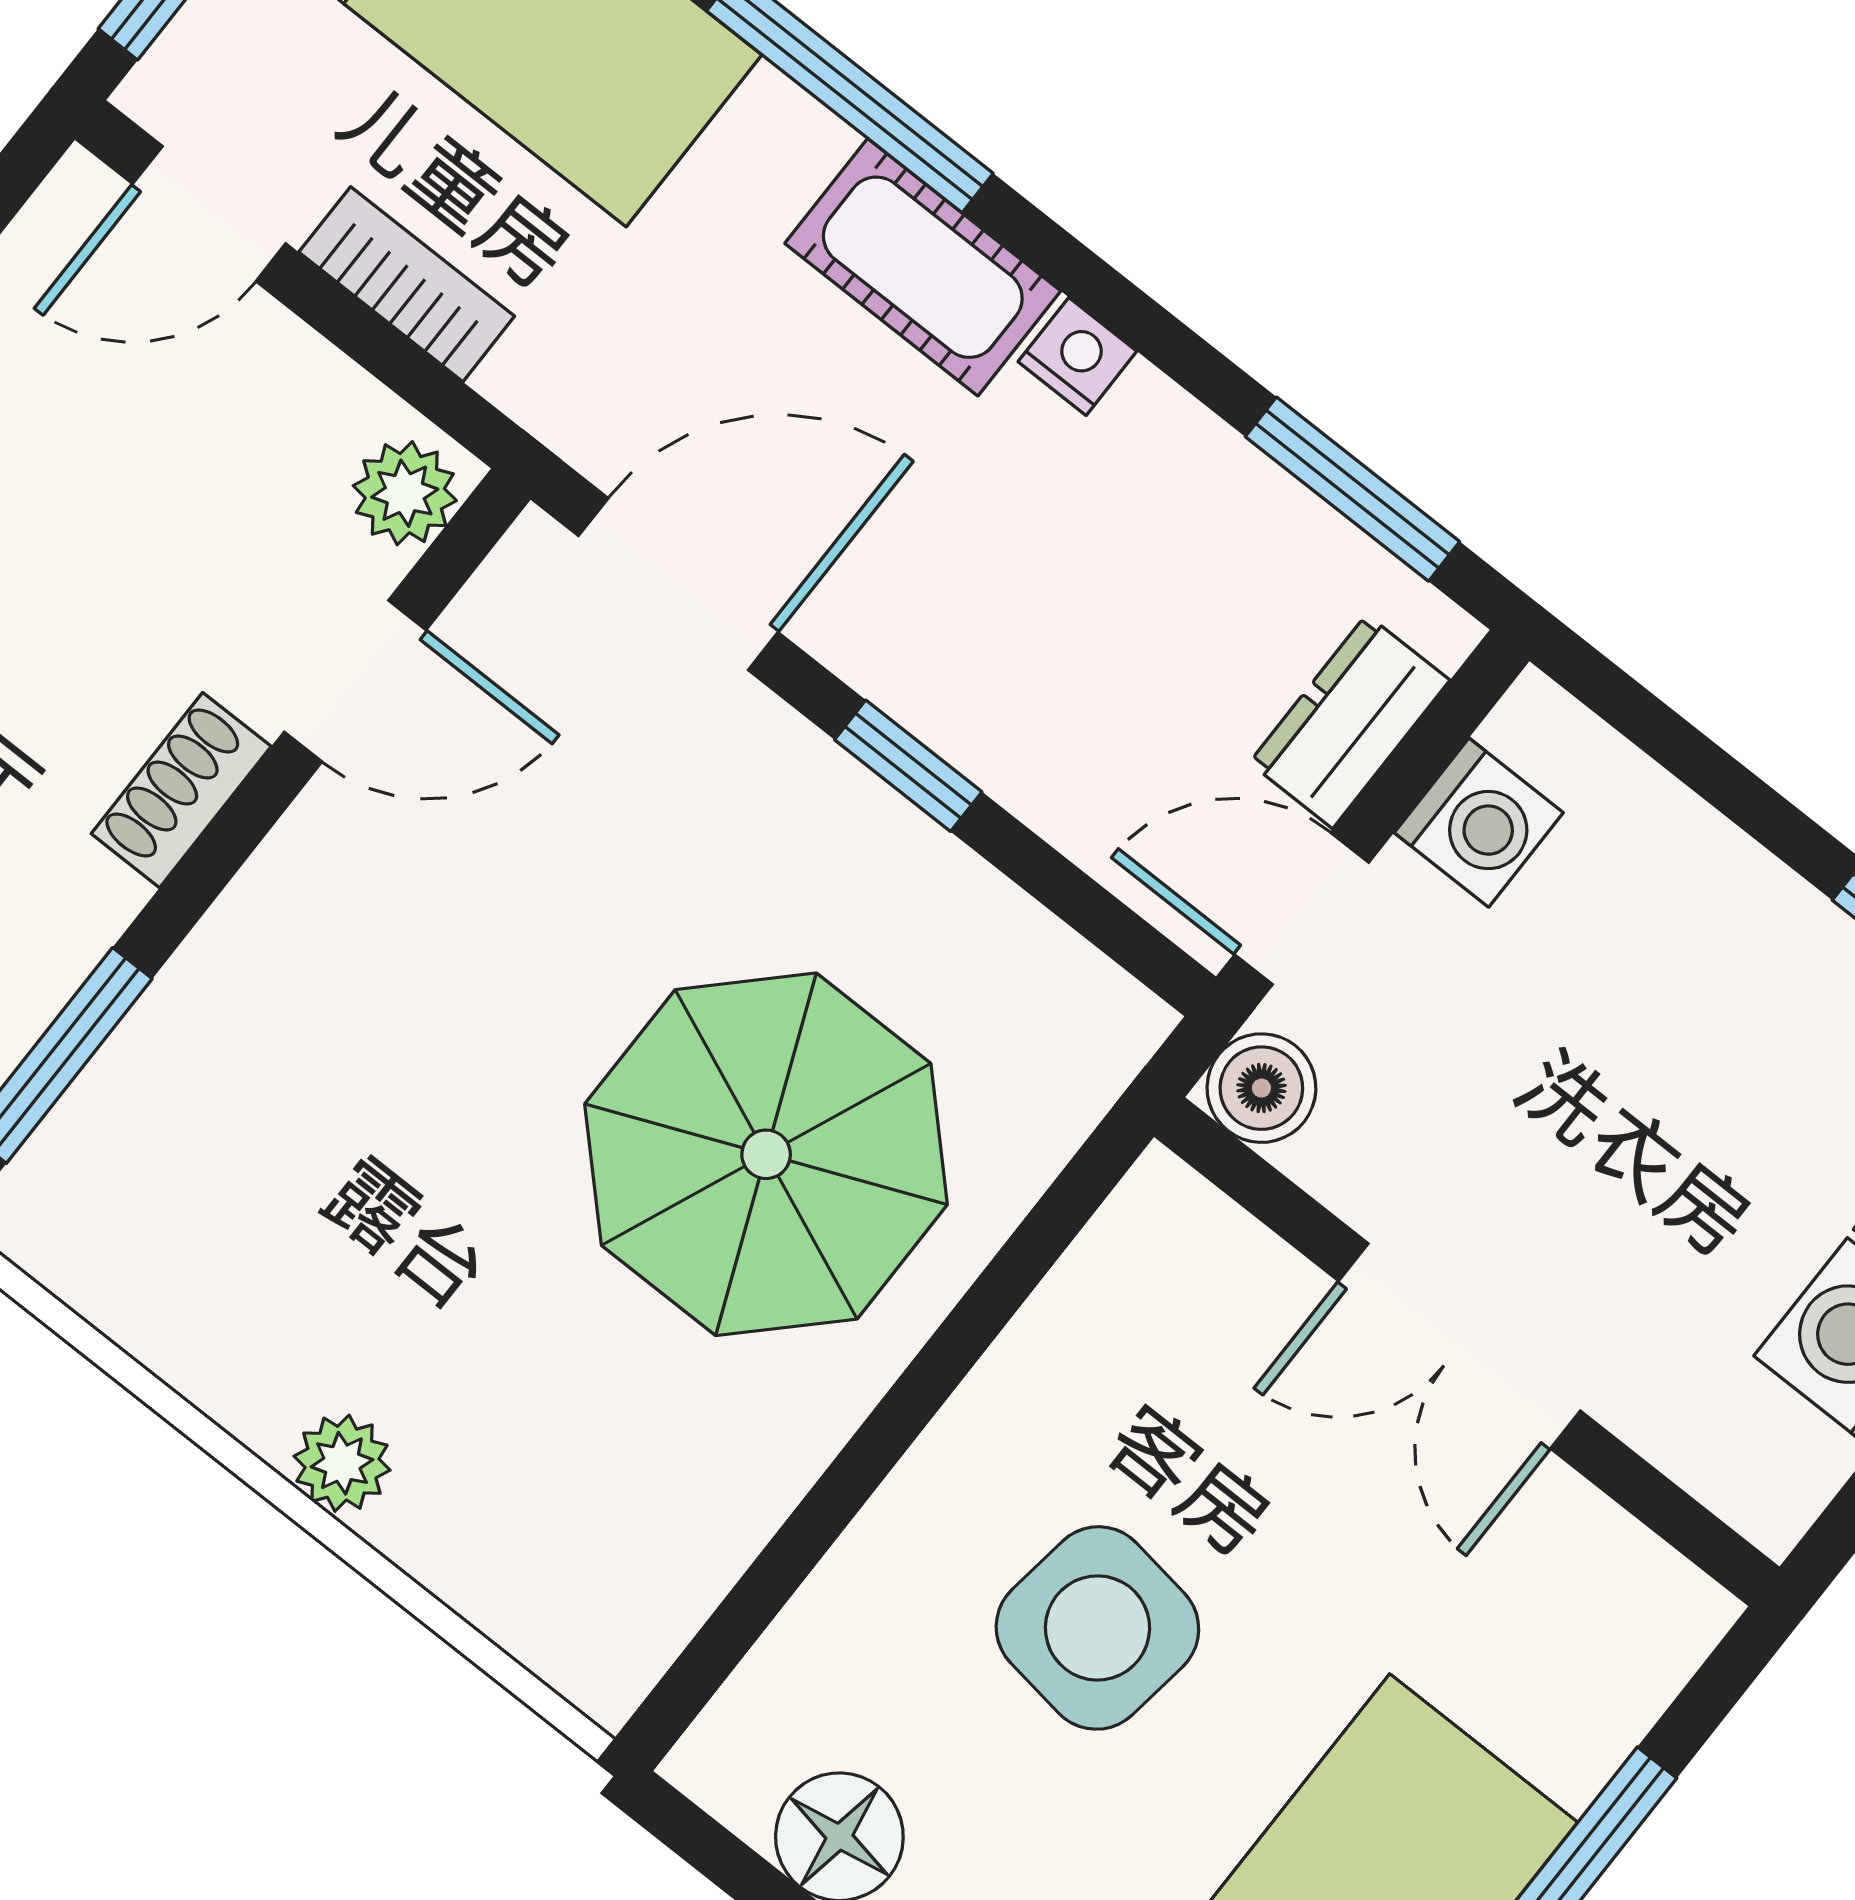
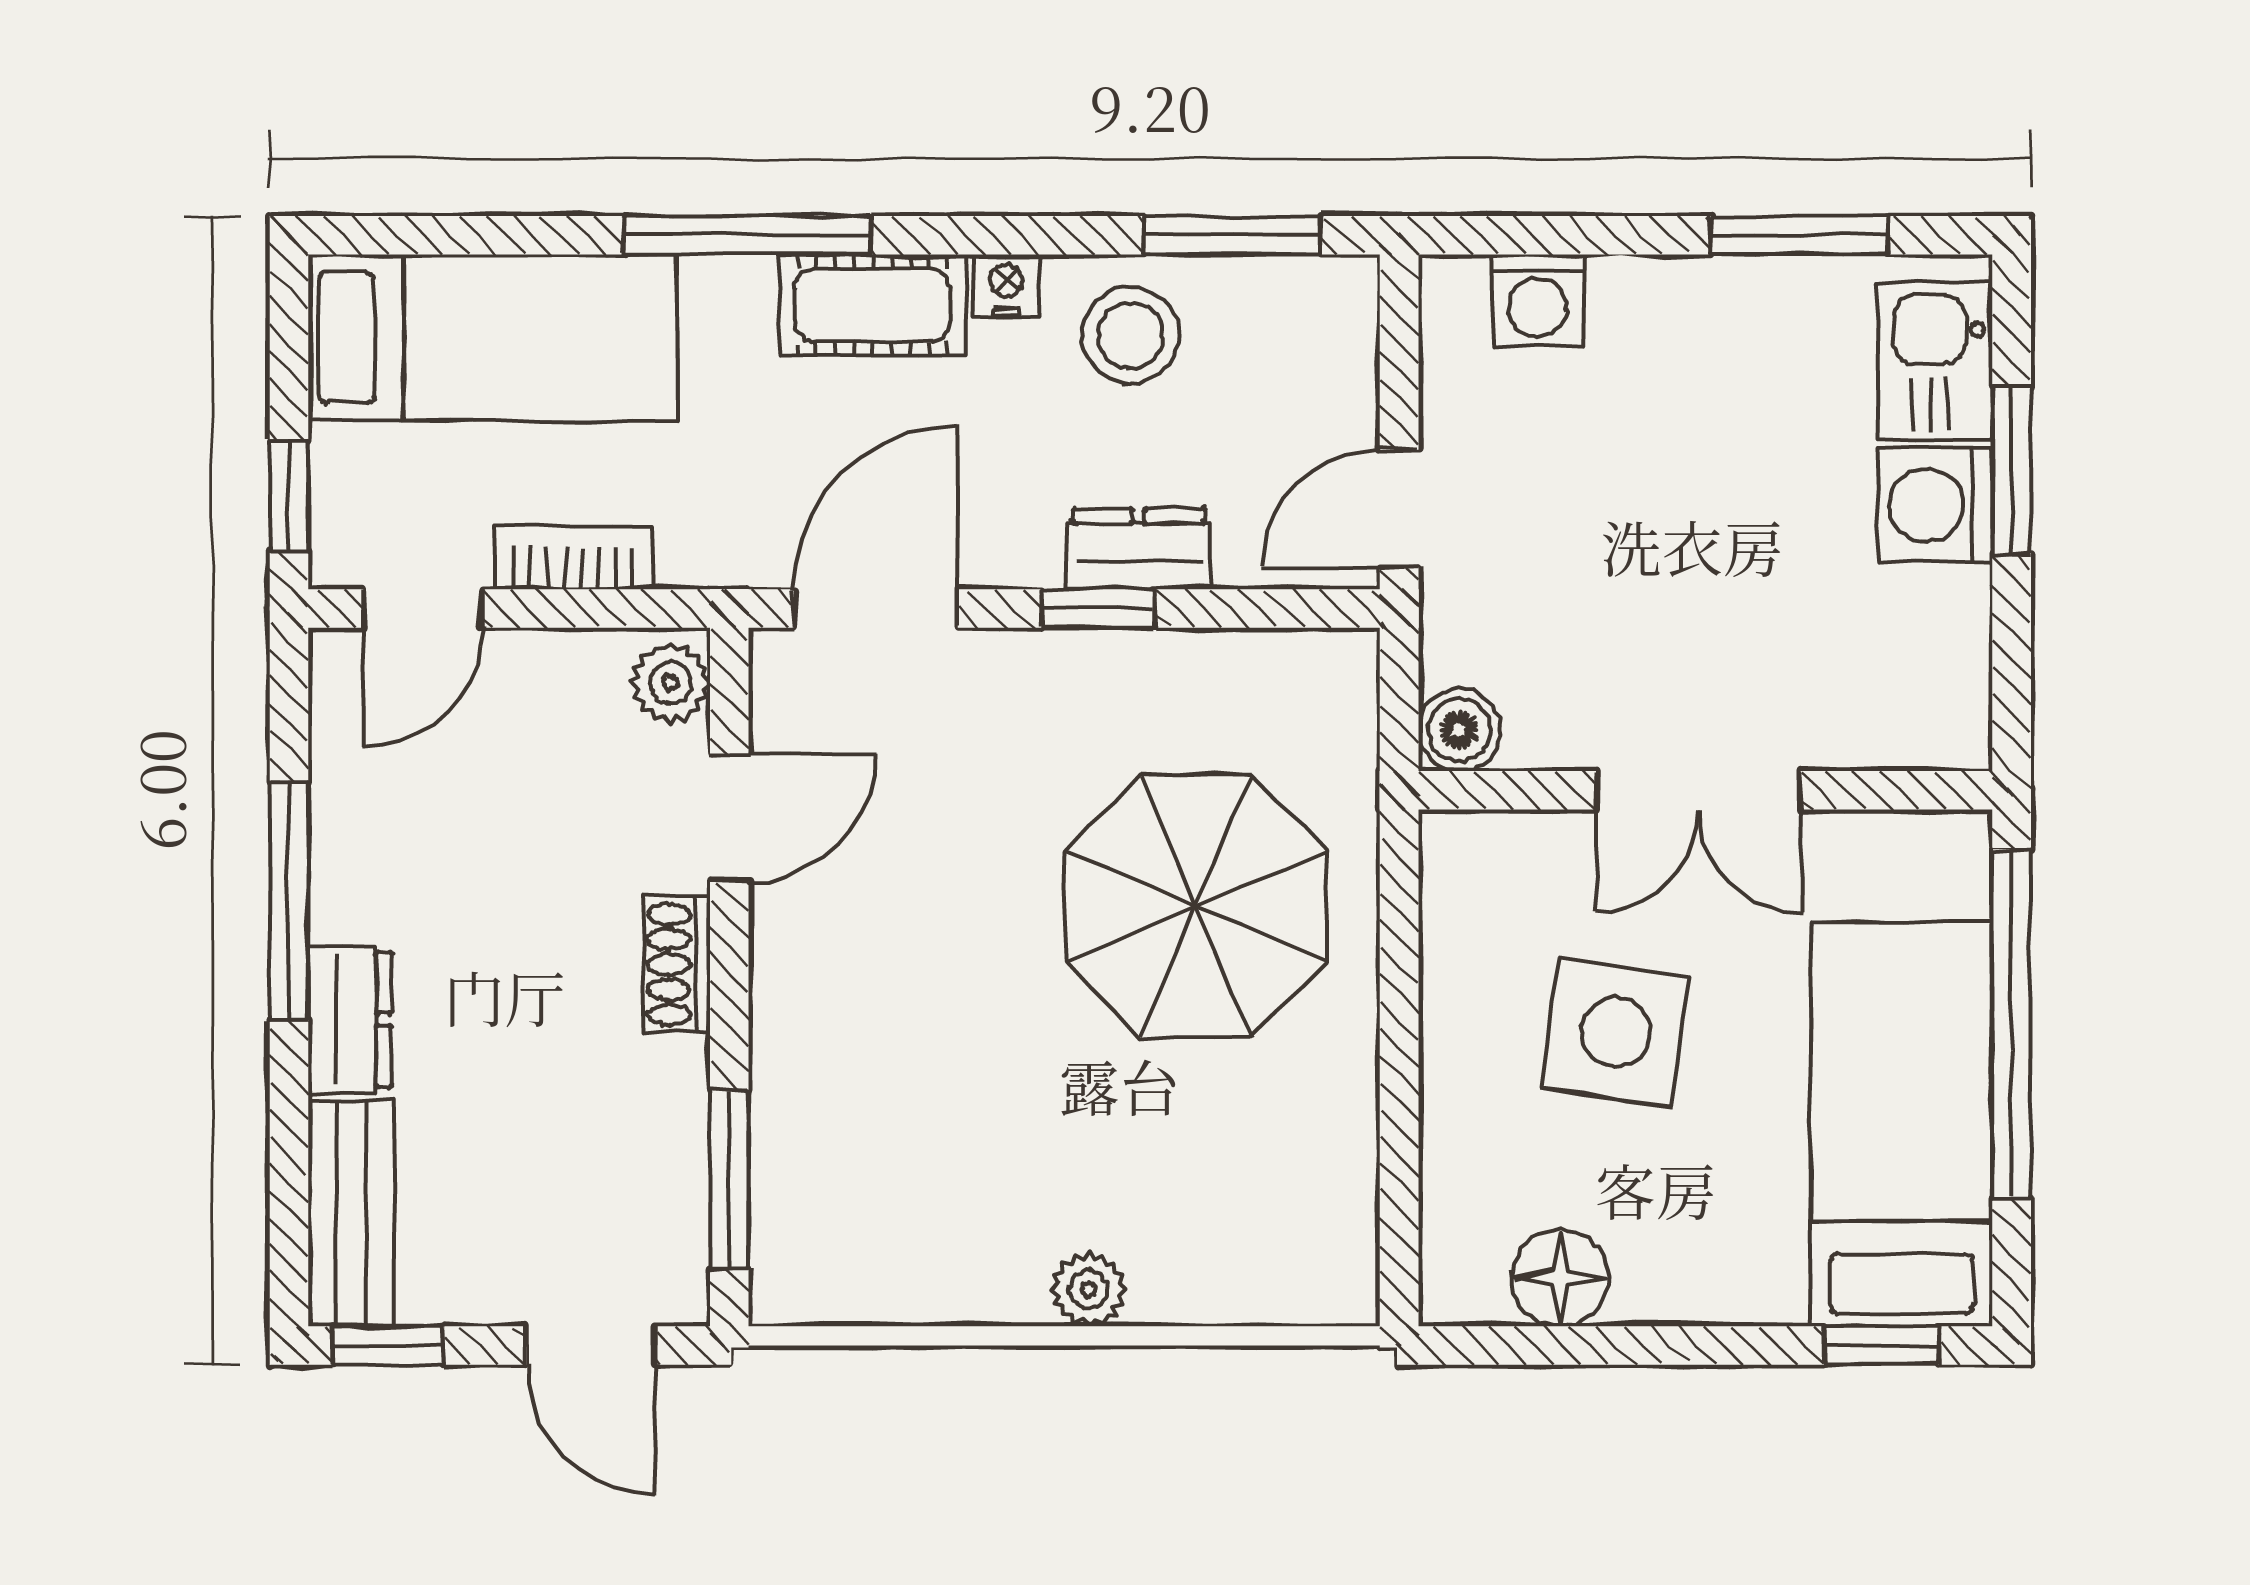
stool: (1165, 509) -> (1130, 335), added
dresser: (1350, 721) -> (1139, 549), moved, turned 90
washing machine: (1479, 823) -> (1538, 300), moved, turned 90
boiler: (1261, 1088) -> (1459, 730), moved
double door: (1459, 1346) -> (1698, 790), moved
wall: (1467, 1352) -> (1705, 790), moved

